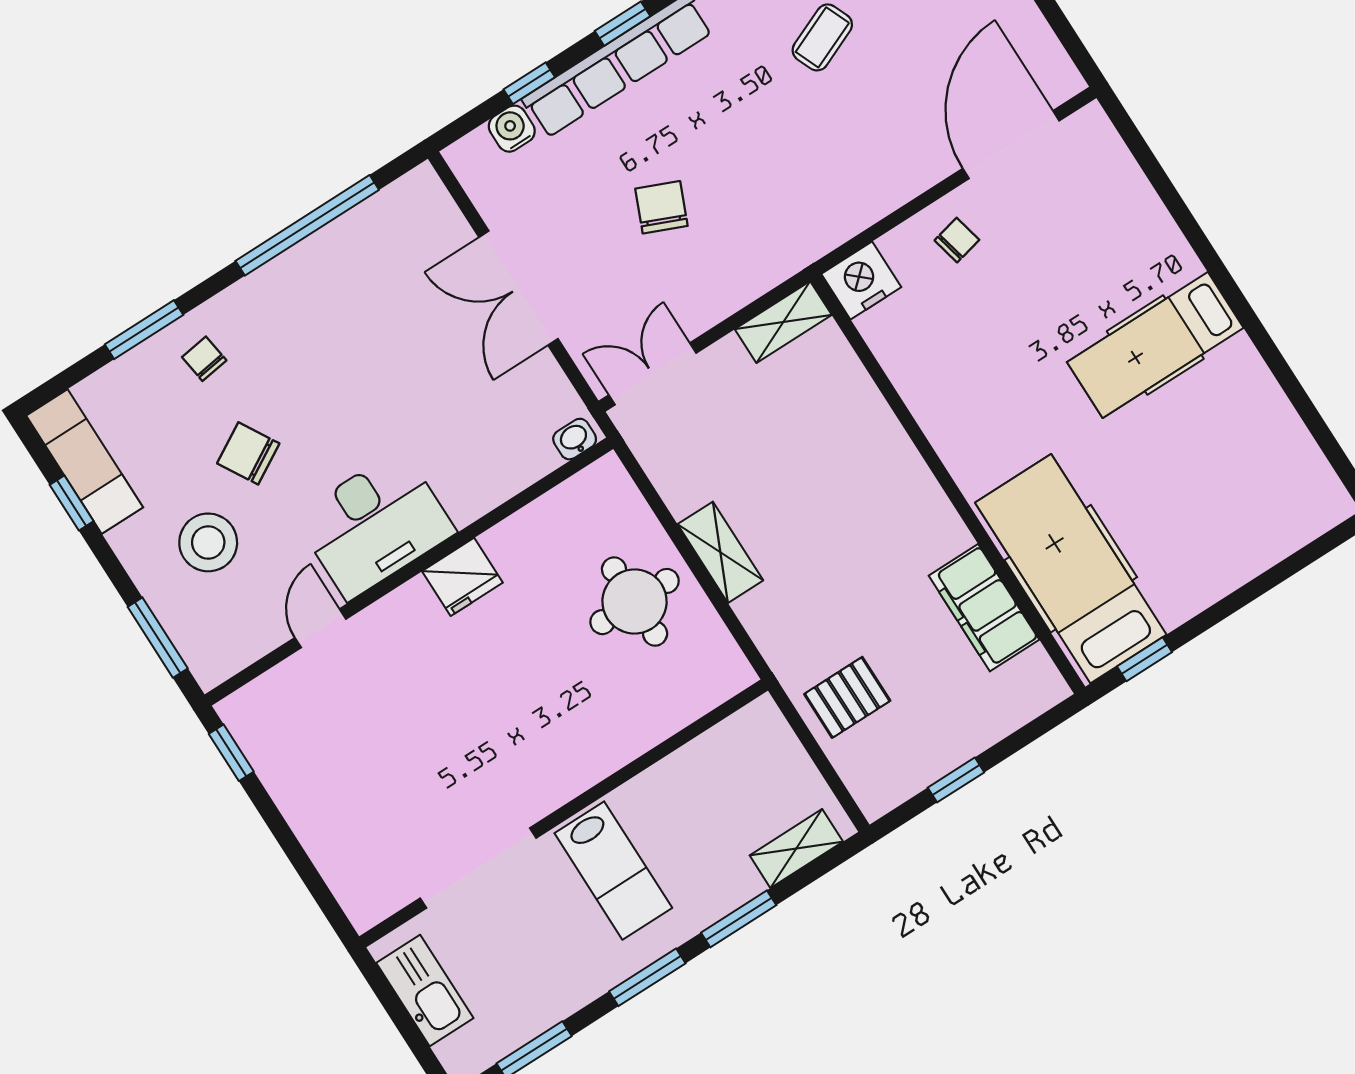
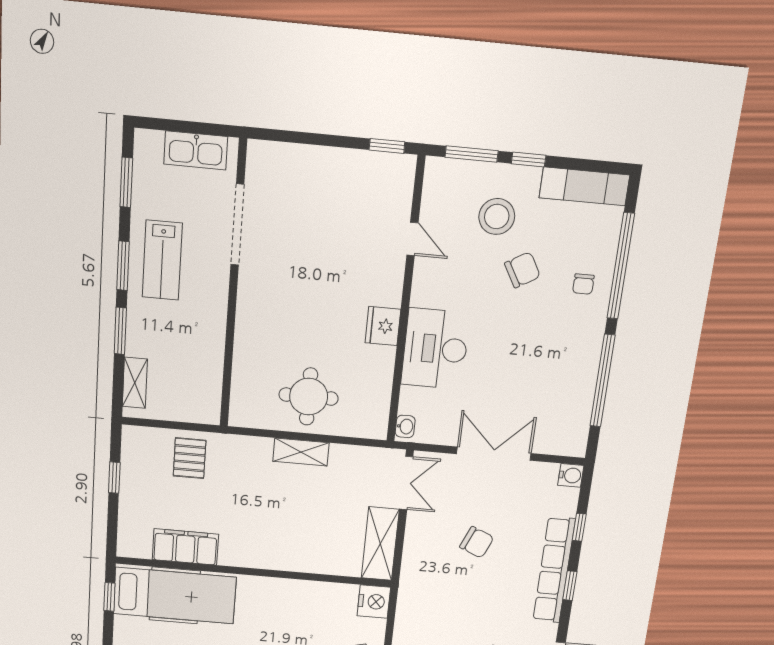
water cooler: (512, 129) -> (571, 475), moved
shelving: (783, 322) -> (380, 544), width x1.50, depth x1.33
window: (144, 330) -> (621, 266), width x2.11
chair: (204, 359) -> (583, 284), turned 98
window: (72, 503) -> (529, 160), moved
desk: (375, 524) -> (435, 349), moved
lab bench: (613, 871) -> (162, 260), moved, turned -90

